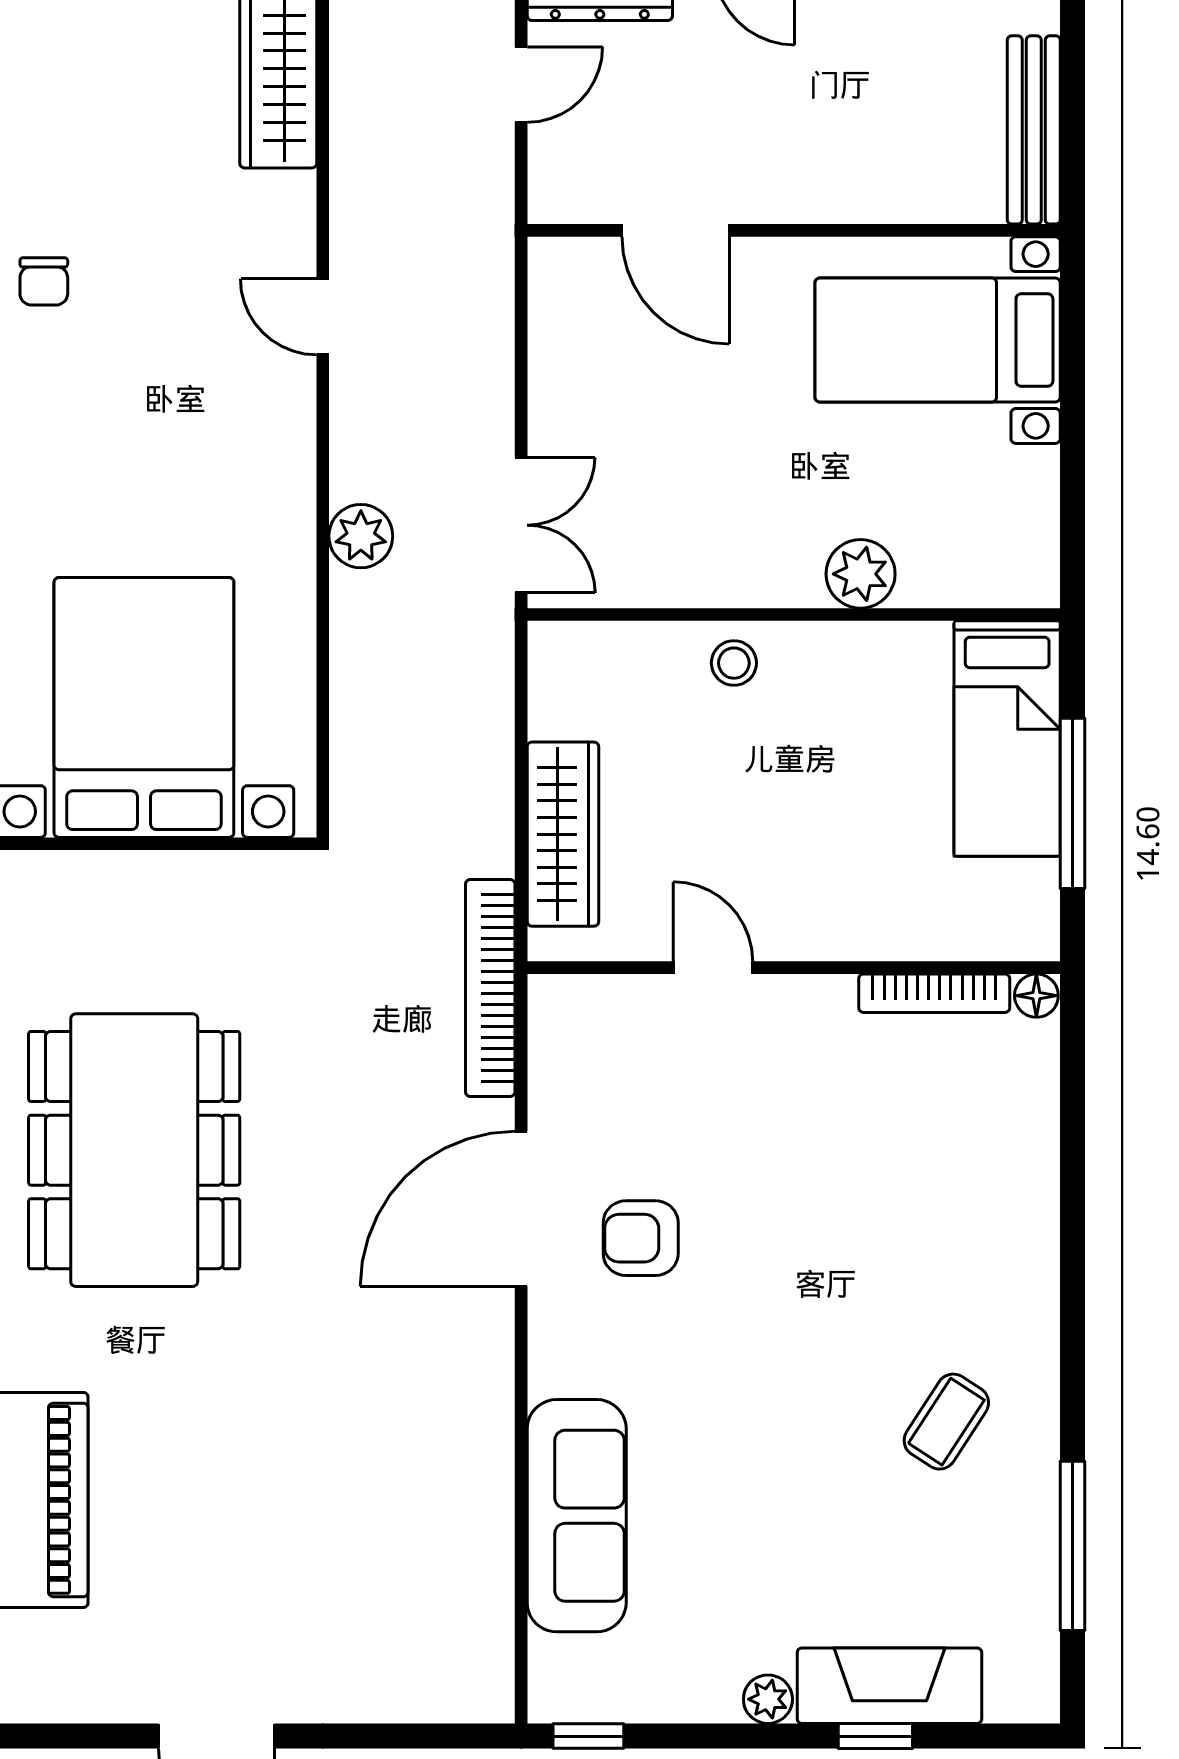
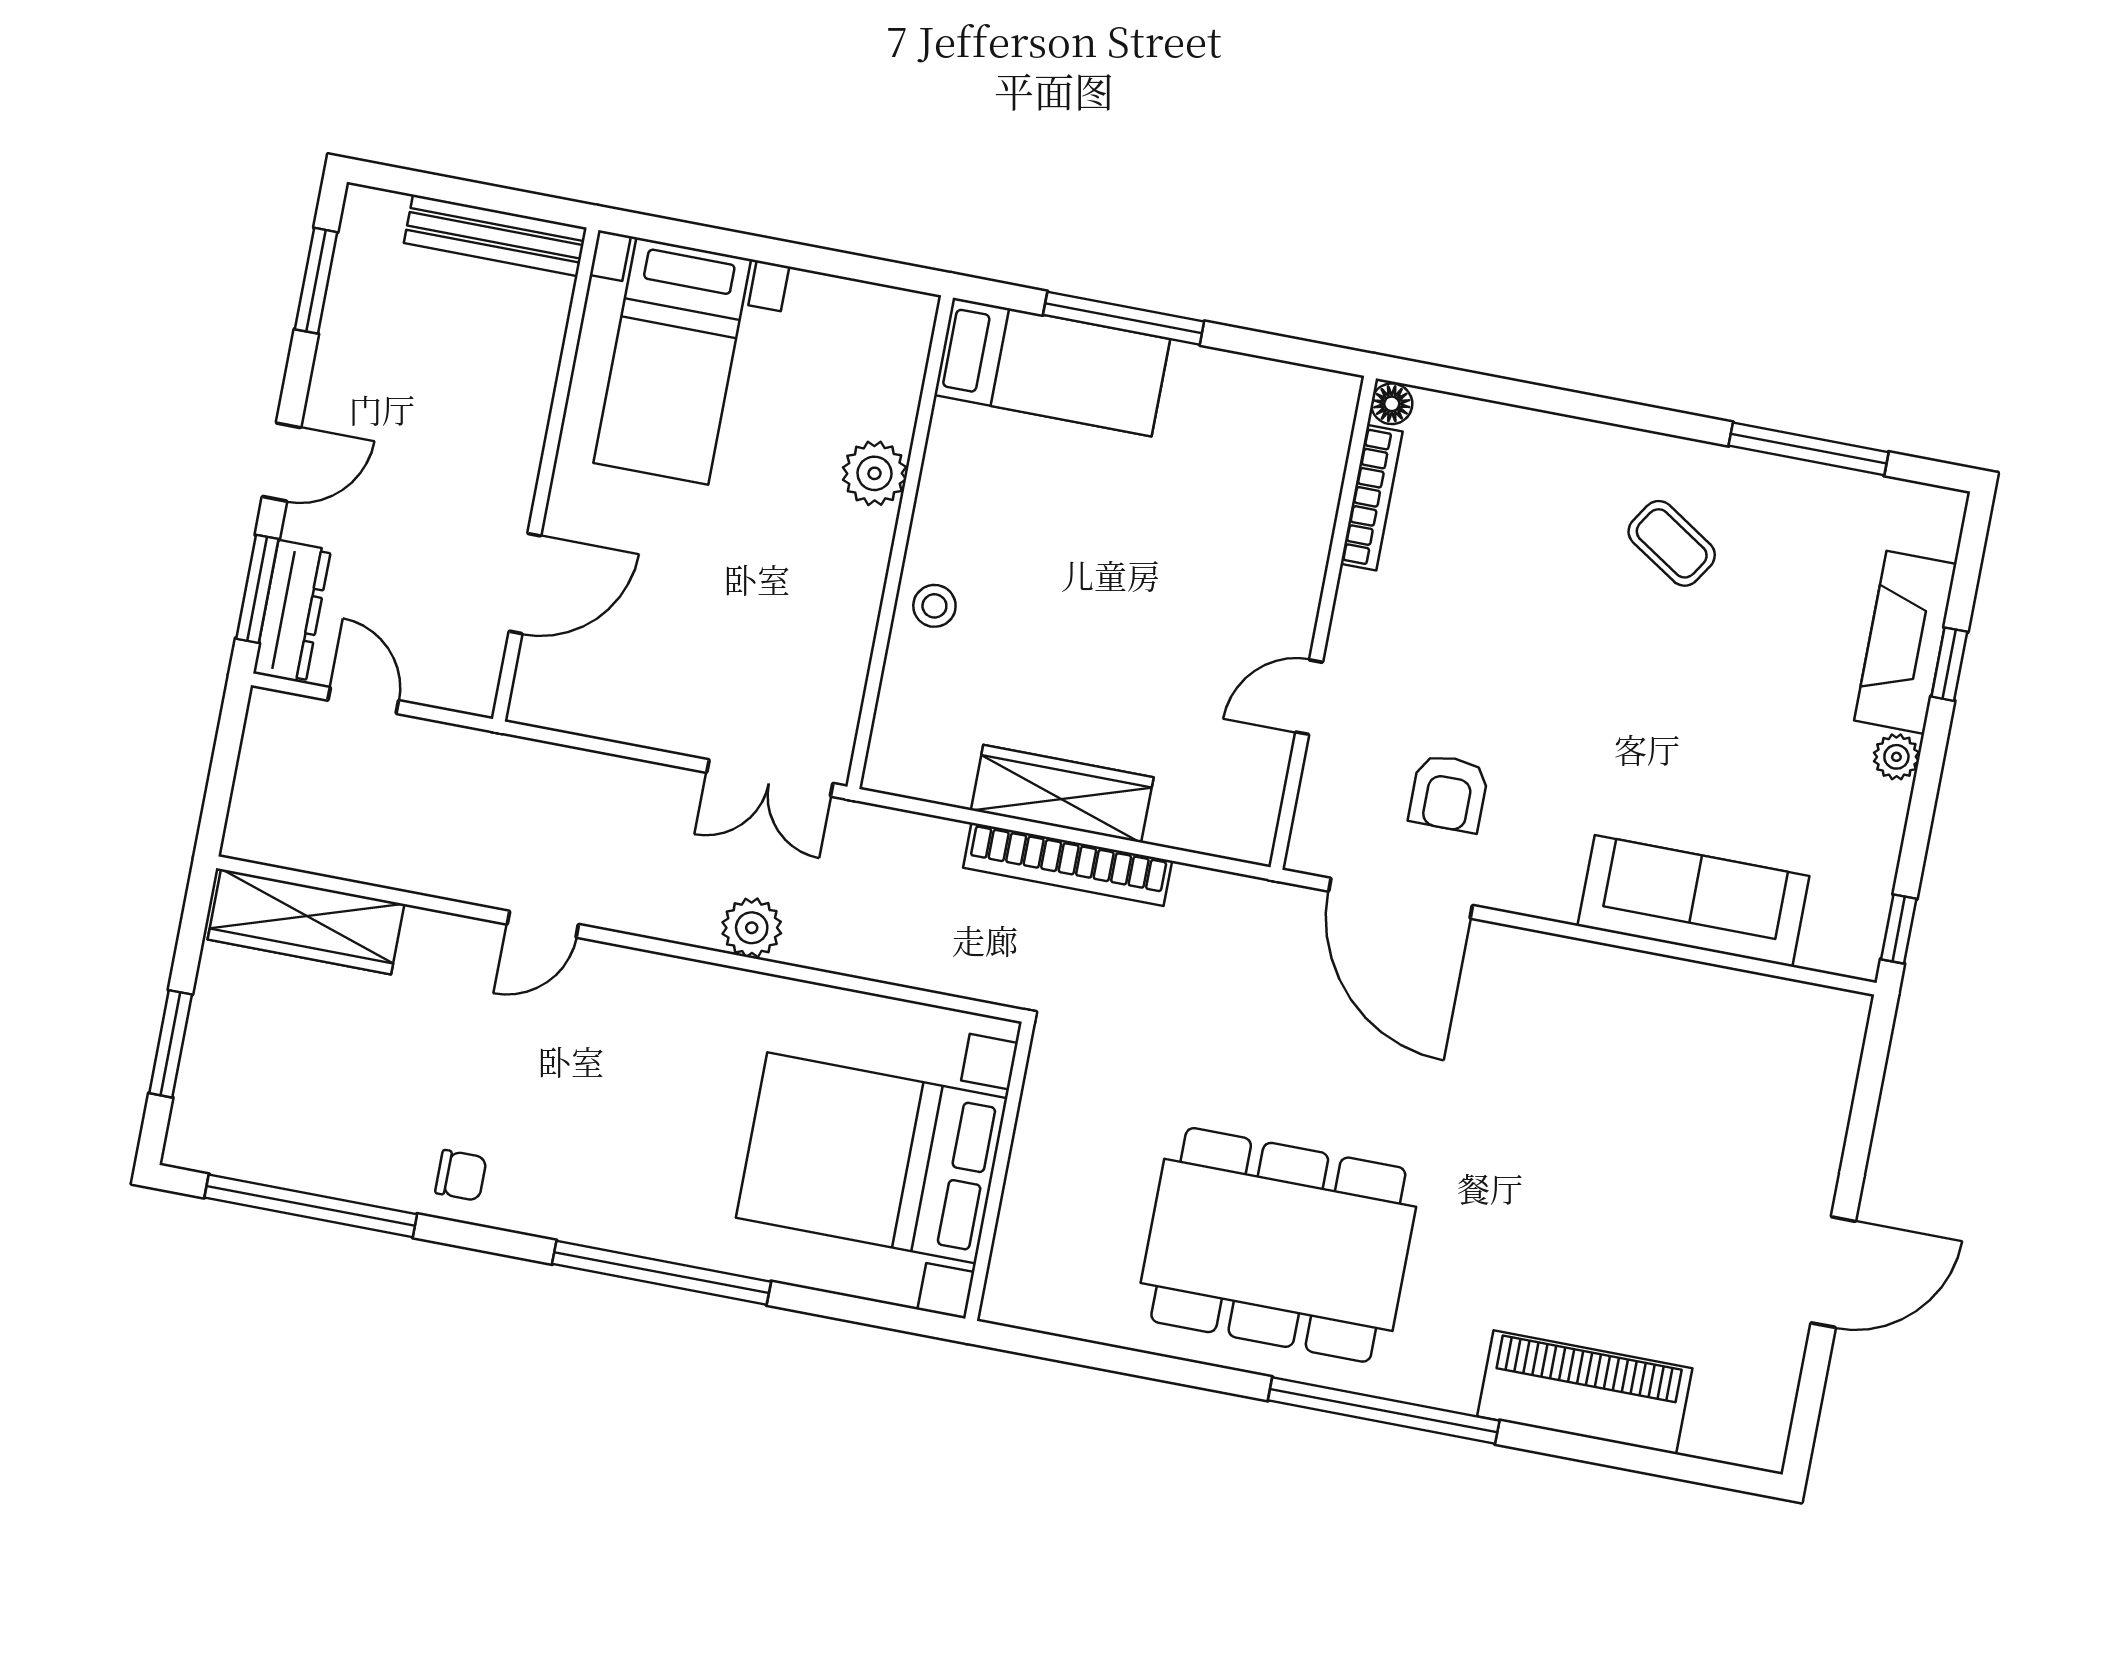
double door: (521, 525) -> (770, 778), swing flipped
door: (713, 968) -> (1309, 697), moved
wall: (794, 968) -> (1323, 623), moved
bookcase: (490, 988) -> (1068, 864), moved
bookcase: (934, 993) -> (1372, 498), moved
floor lamp: (1036, 996) -> (1392, 404), moved

